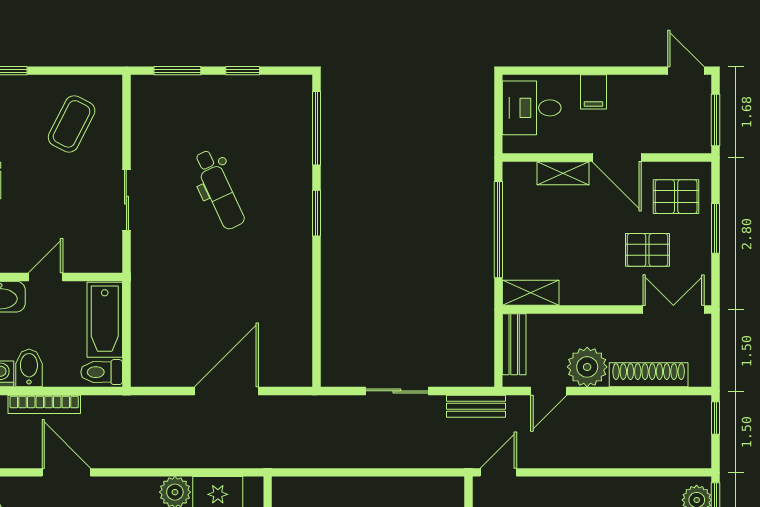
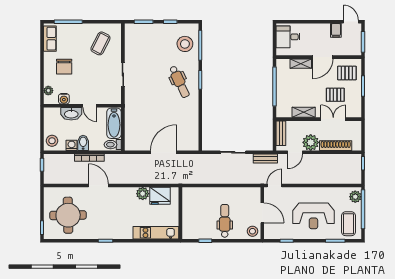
filing cabinet: (593, 92) -> (336, 30), moved
stool: (279, 125) -> (185, 44), added
door: (617, 158) -> (323, 57), hinge flipped
dental chair: (219, 190) -> (179, 82), moved
door: (46, 277) -> (90, 106), swing flipped
shelving: (531, 293) -> (304, 112), moved
double door: (673, 310) -> (333, 119), moved

